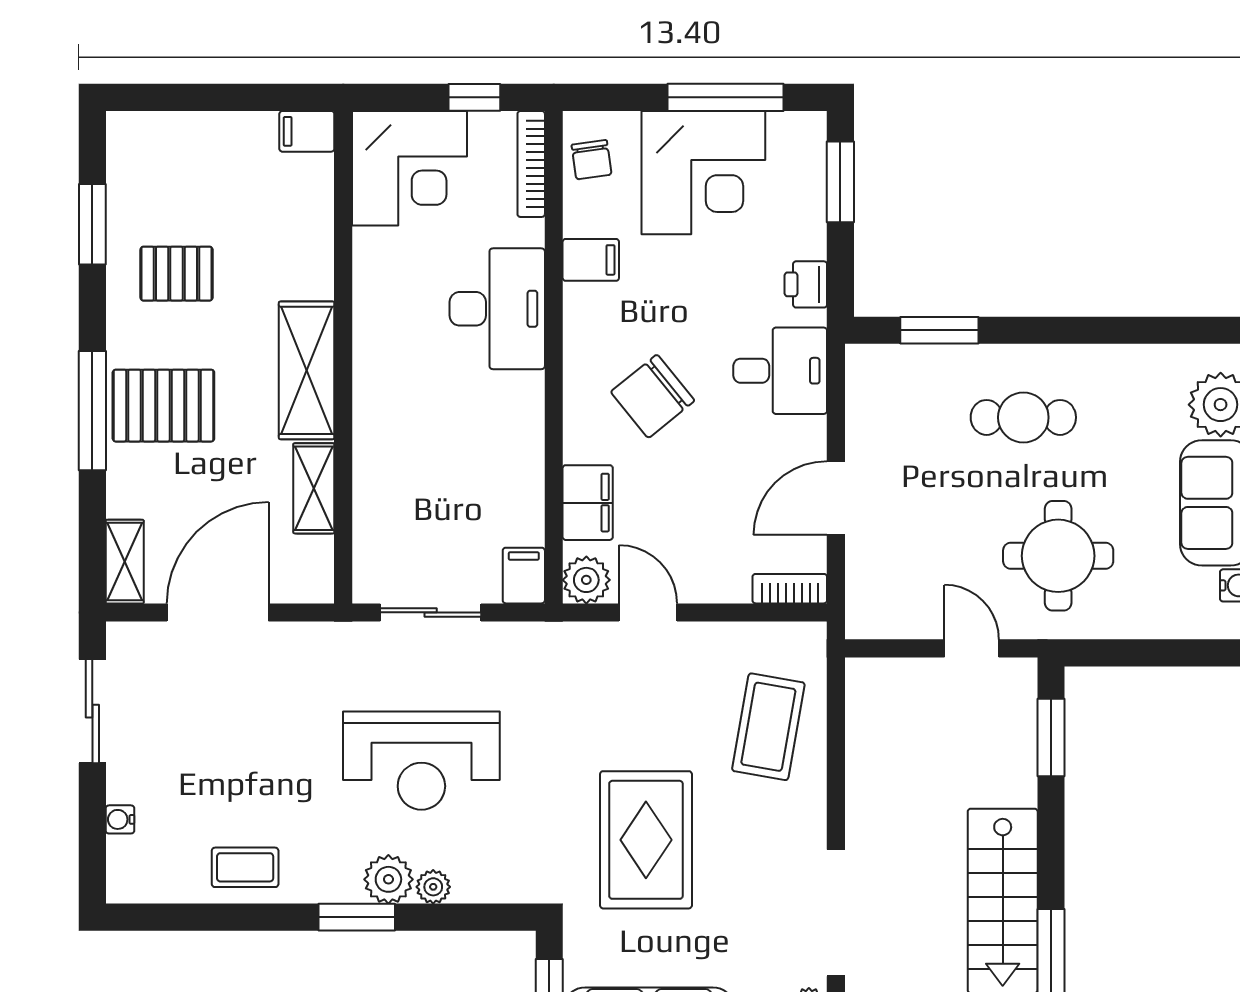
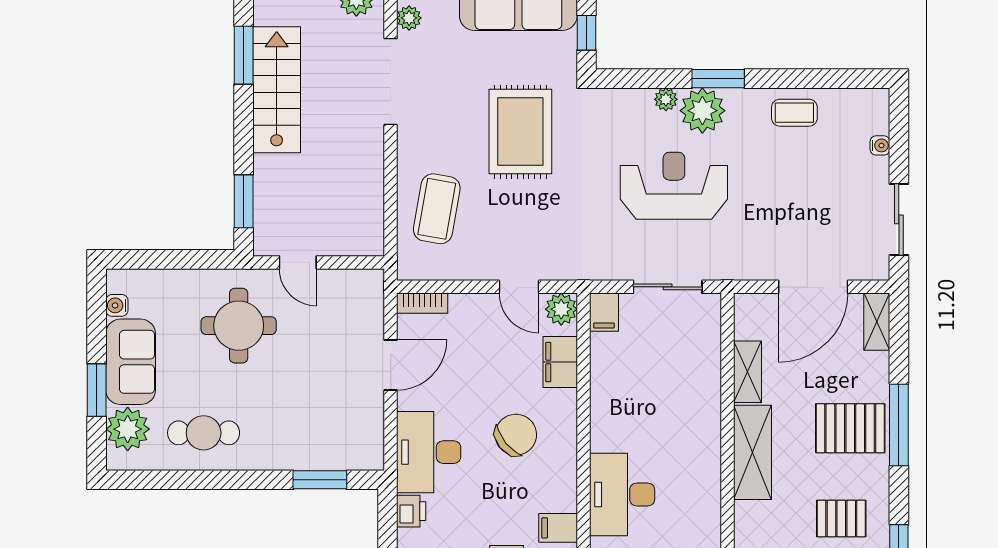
desk: (780, 371) -> (429, 452), width x1.37
cafe table: (1023, 417) -> (204, 433), moved
plant: (388, 879) -> (702, 111), width x1.36, depth x1.36

